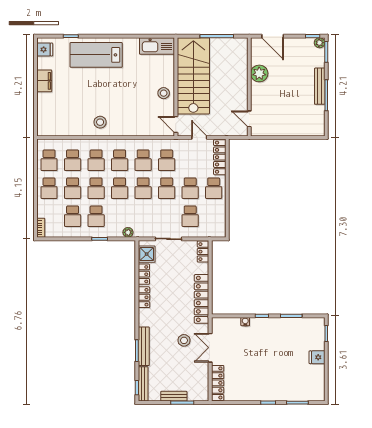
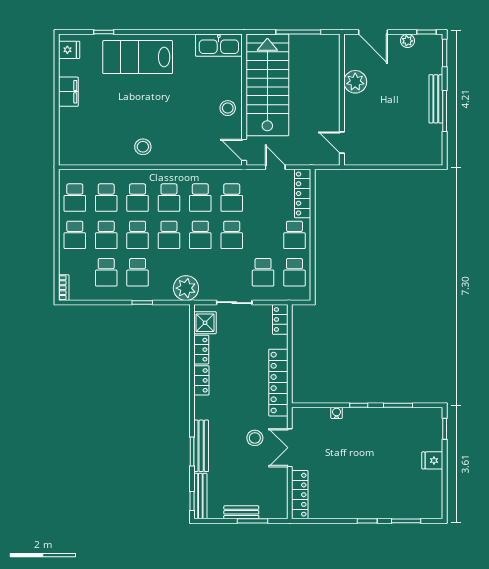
plant: (320, 43) -> (407, 41), moved
school desk: (190, 188) -> (294, 272), moved
plant: (128, 232) -> (186, 288), width x1.88, depth x1.88

